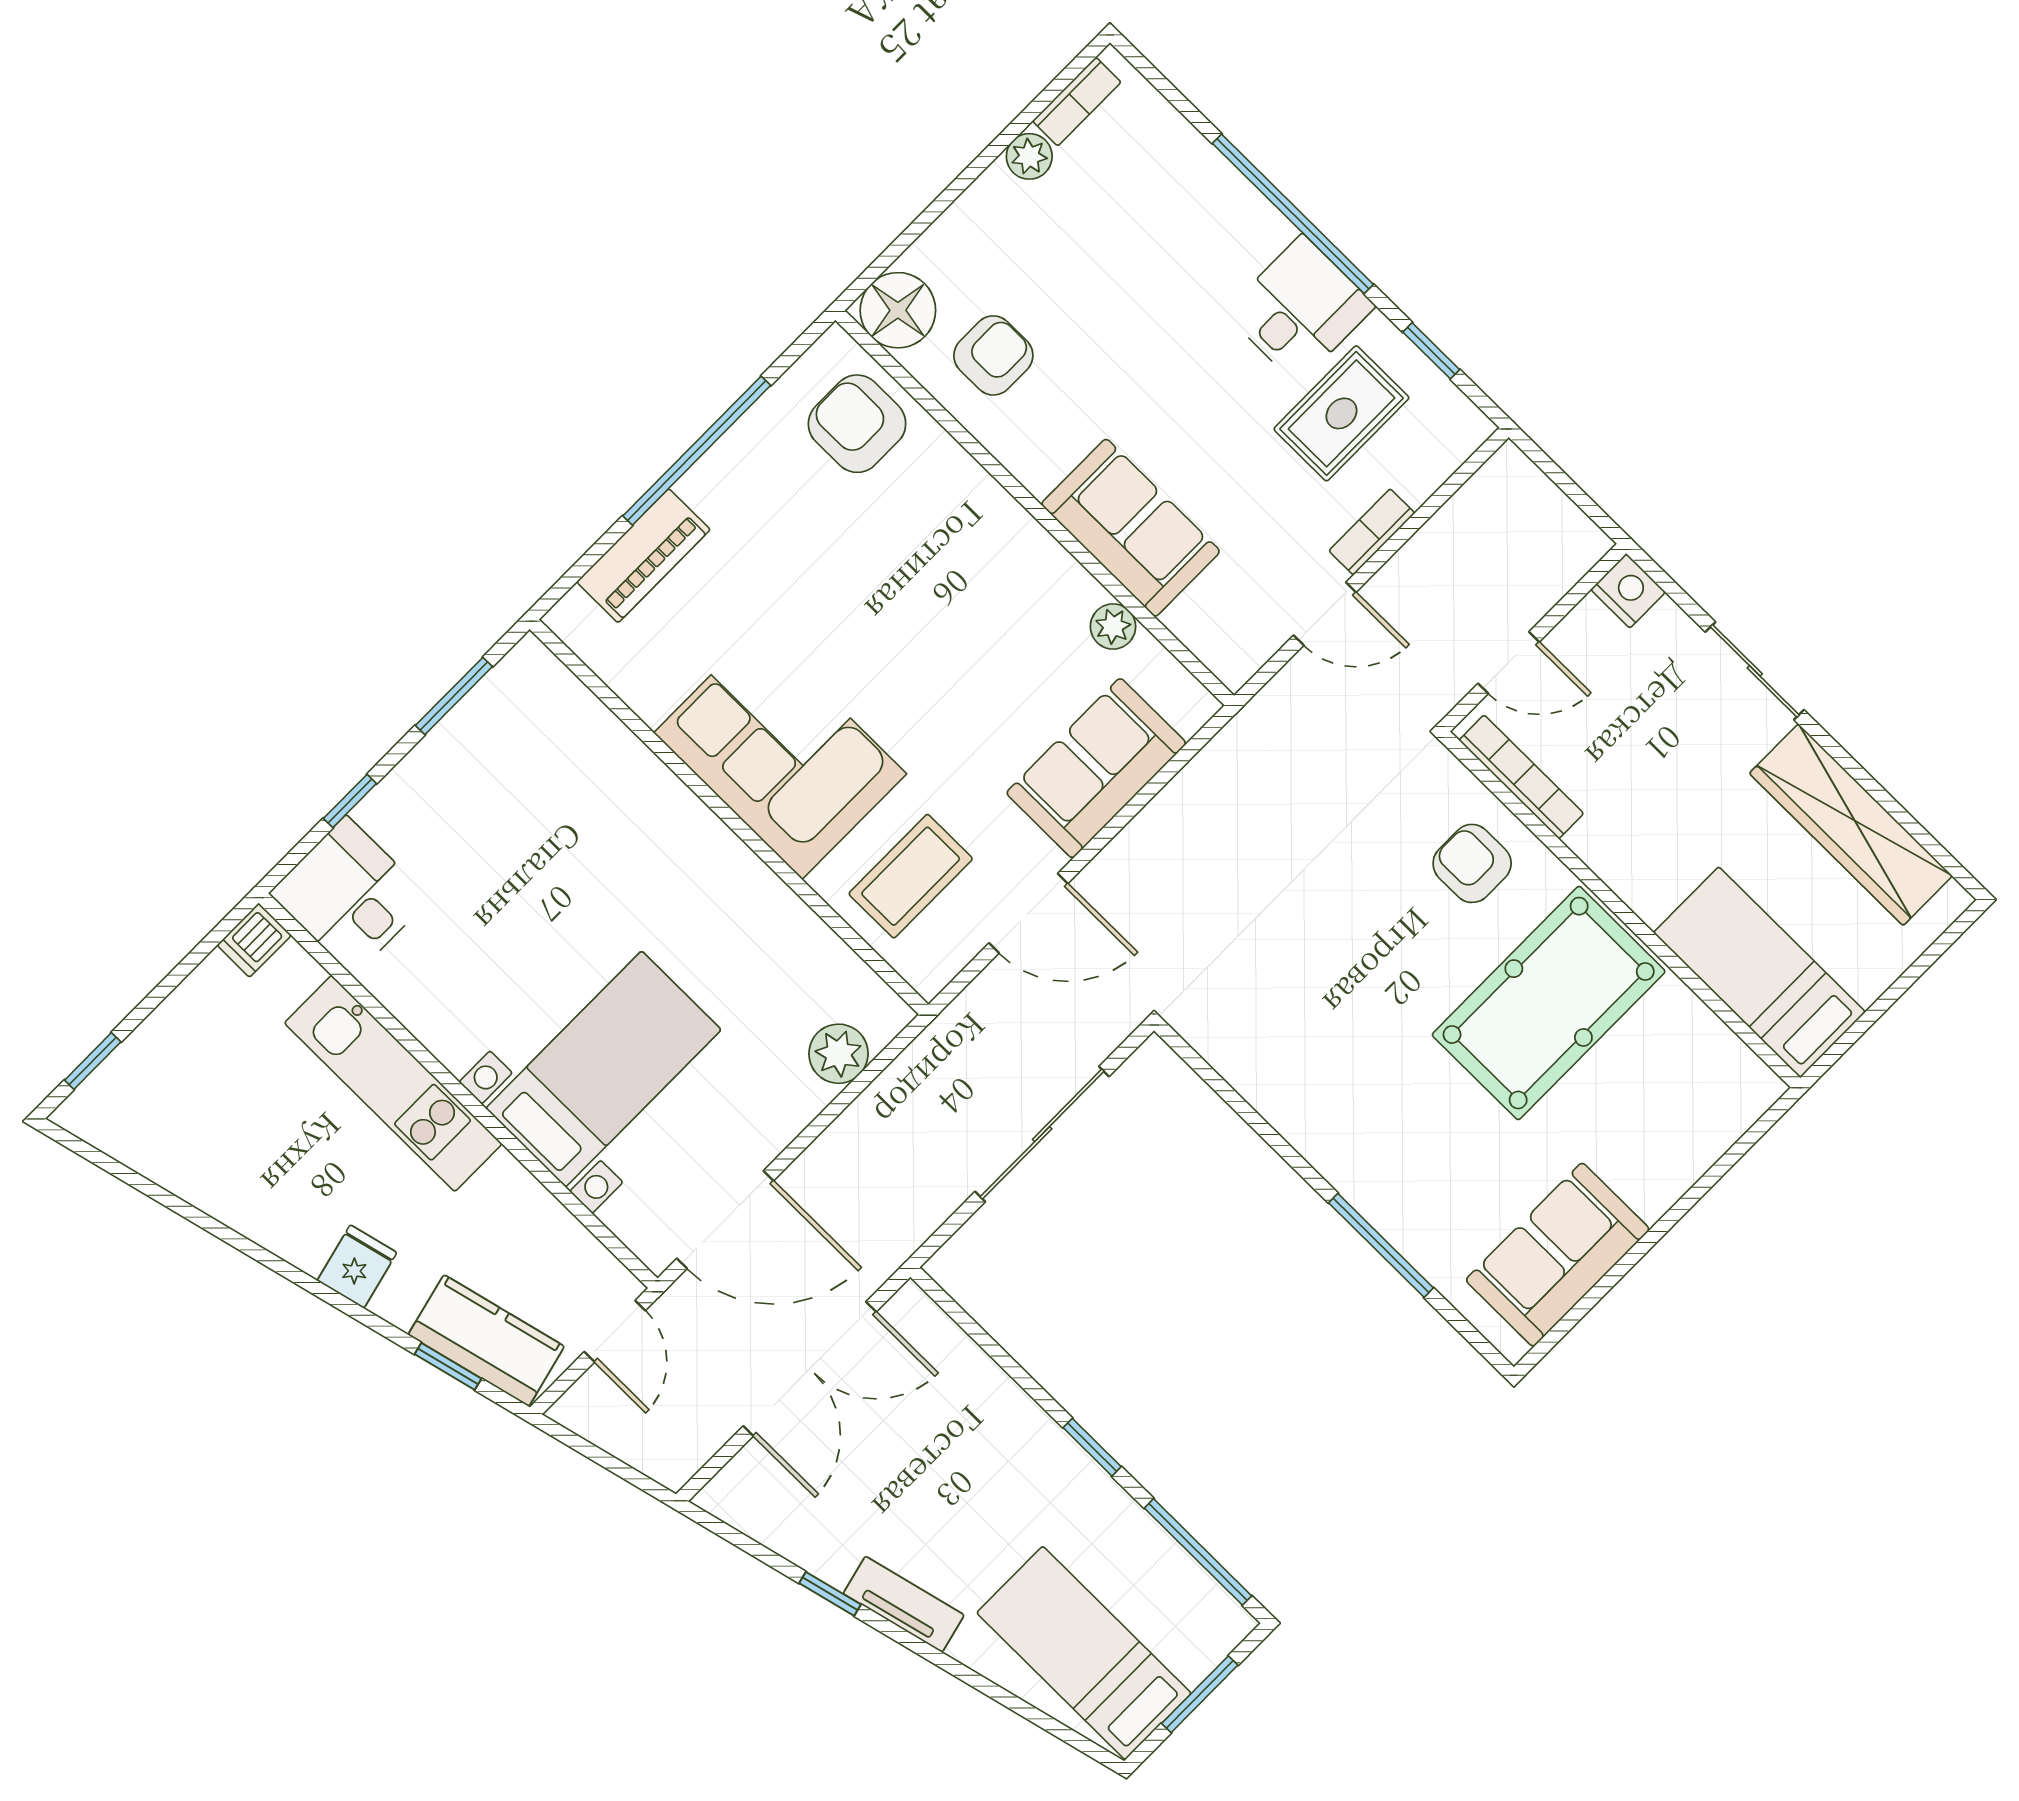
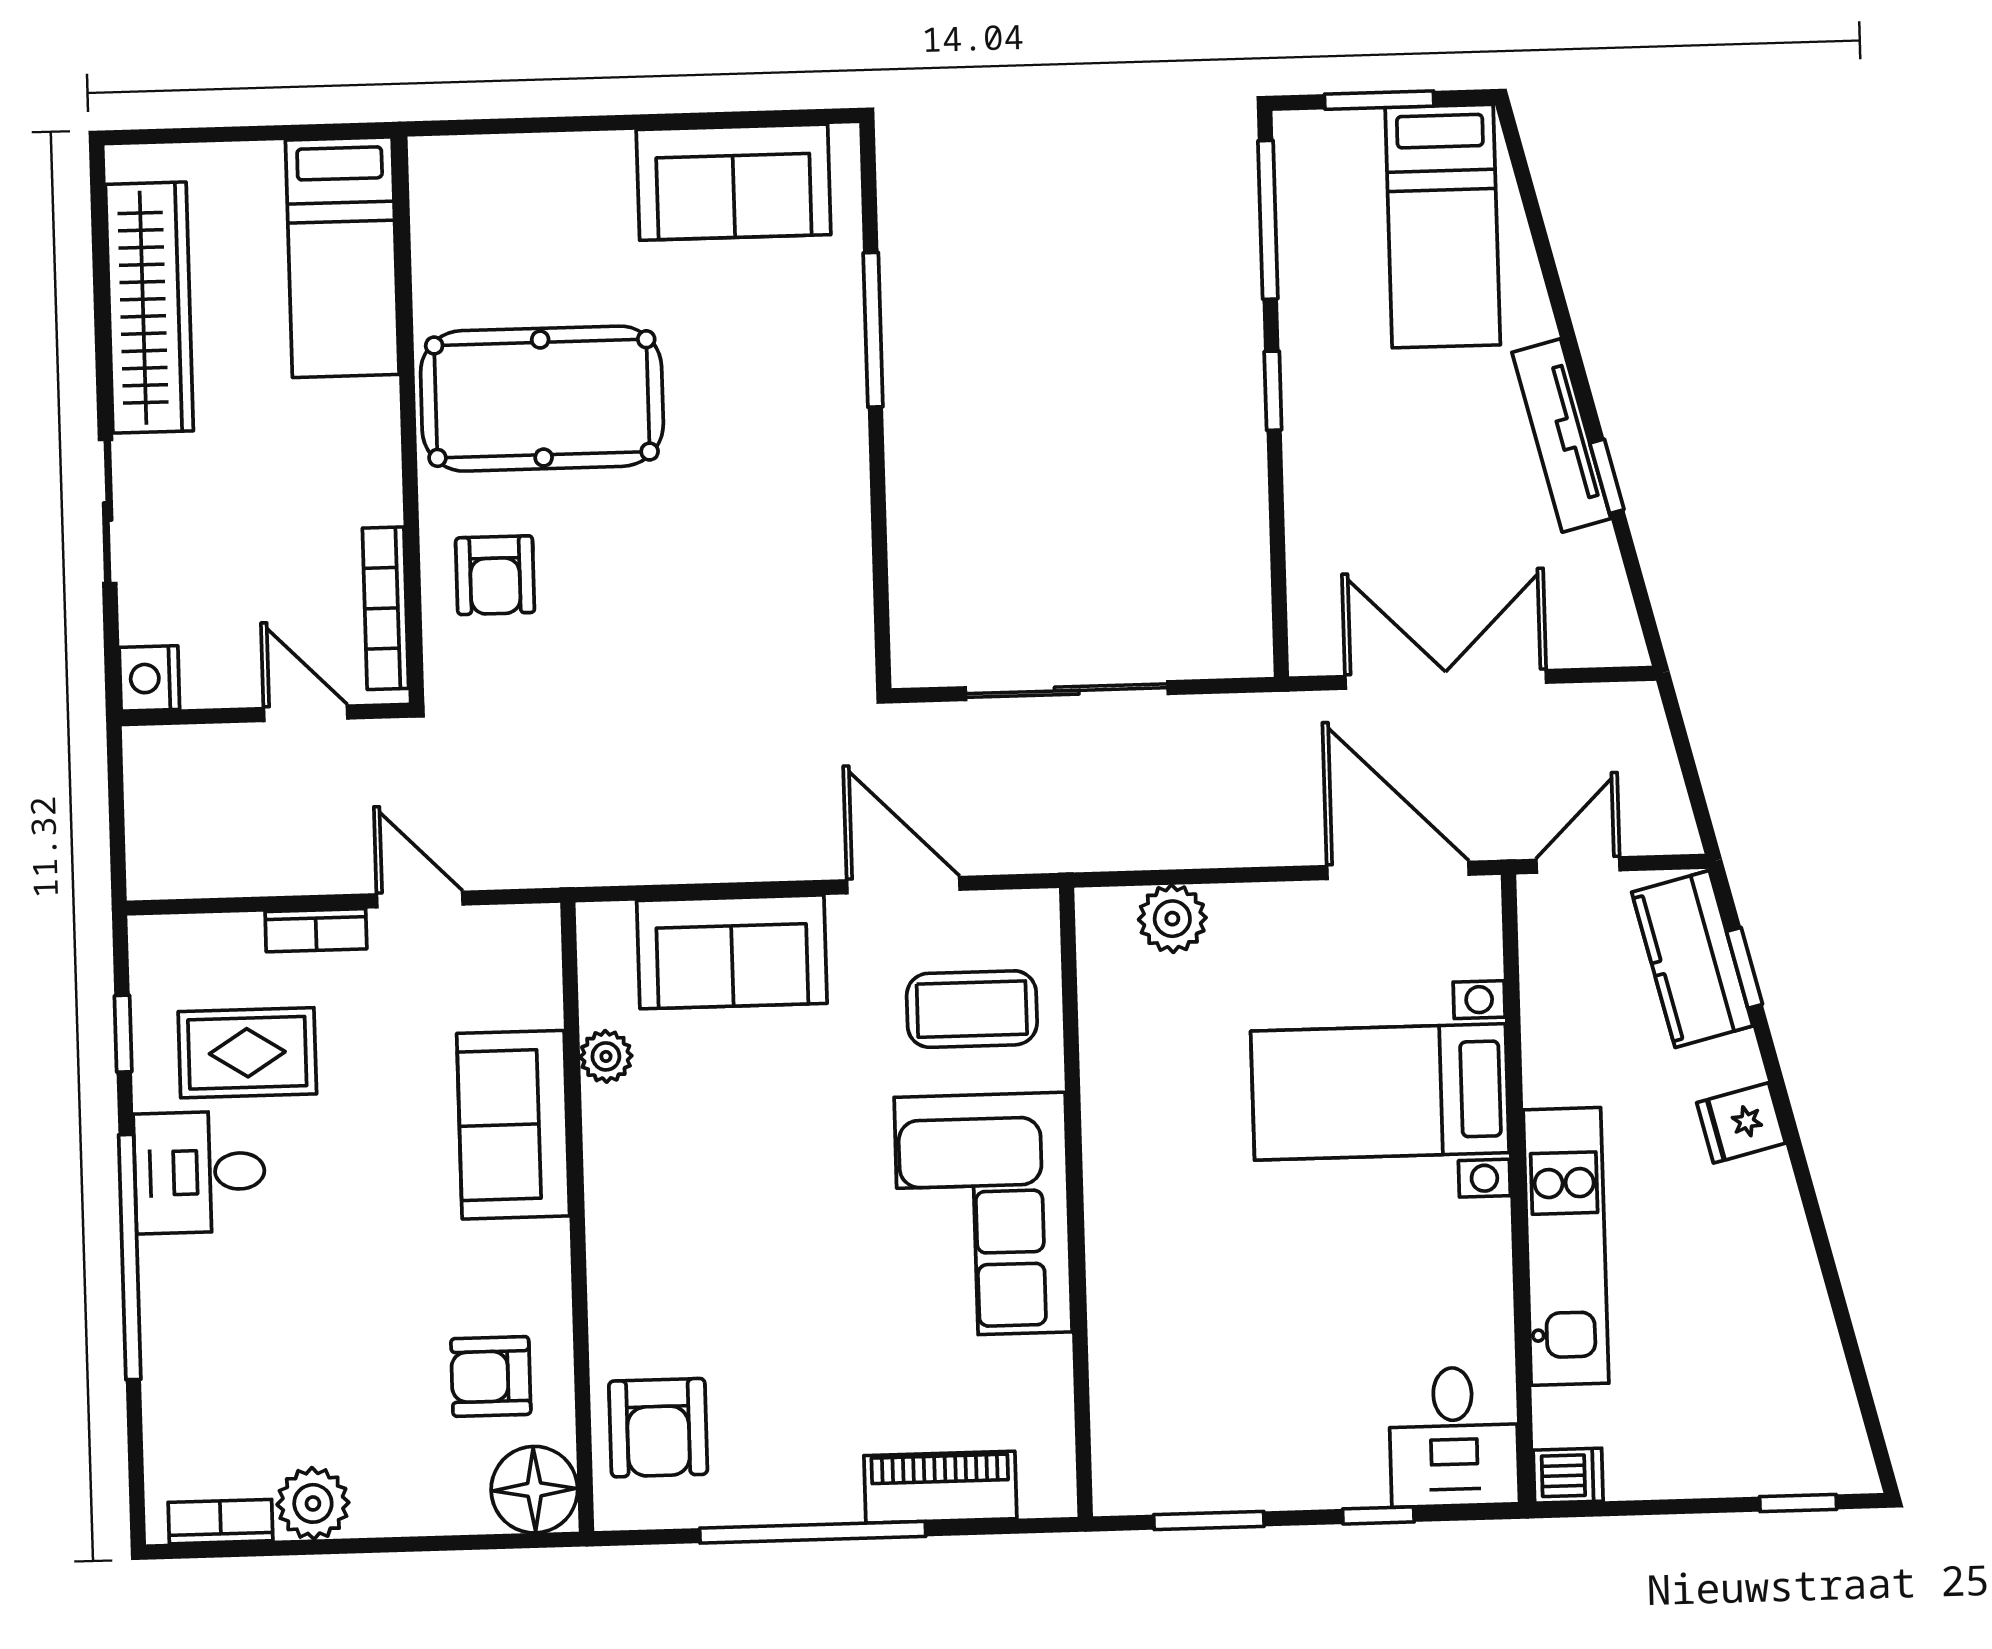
plant: (1029, 156) -> (313, 1503), width x1.38, depth x1.38
tv unit: (904, 1604) -> (1561, 435), width x1.41

